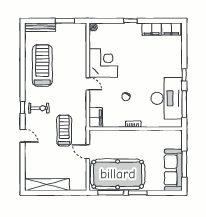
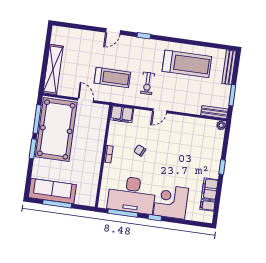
filing cabinet: (171, 29) -> (208, 205), width x0.50
bench: (82, 35) -> (214, 112), added
corner desk: (103, 63) -> (171, 202), moved, turned 180
exercise bike: (39, 108) -> (147, 83), moved
door: (88, 152) -> (86, 100), hinge flipped
shelving: (47, 185) -> (53, 70), moved

